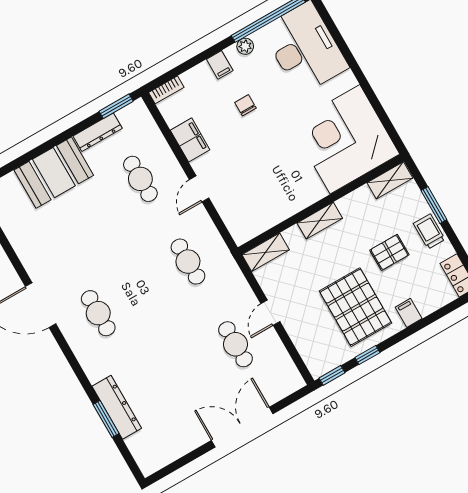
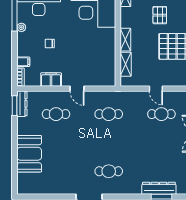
filing cabinet: (220, 65) -> (23, 62), moved
dresser: (98, 132) -> (22, 104), moved
shelving: (266, 252) -> (126, 64), moved

